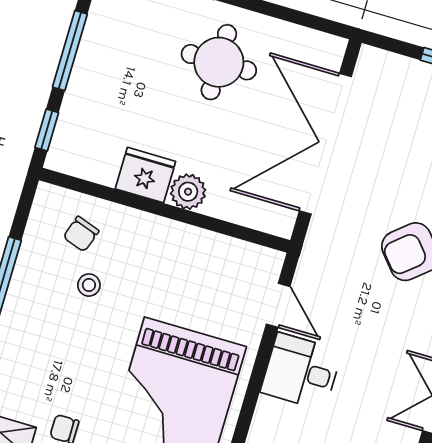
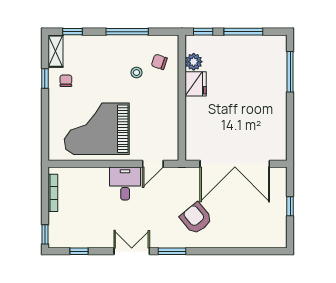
round table: (219, 62) -> (258, 103), removed
double door: (325, 144) -> (235, 164), swing flipped
plant: (188, 192) -> (194, 62), moved

